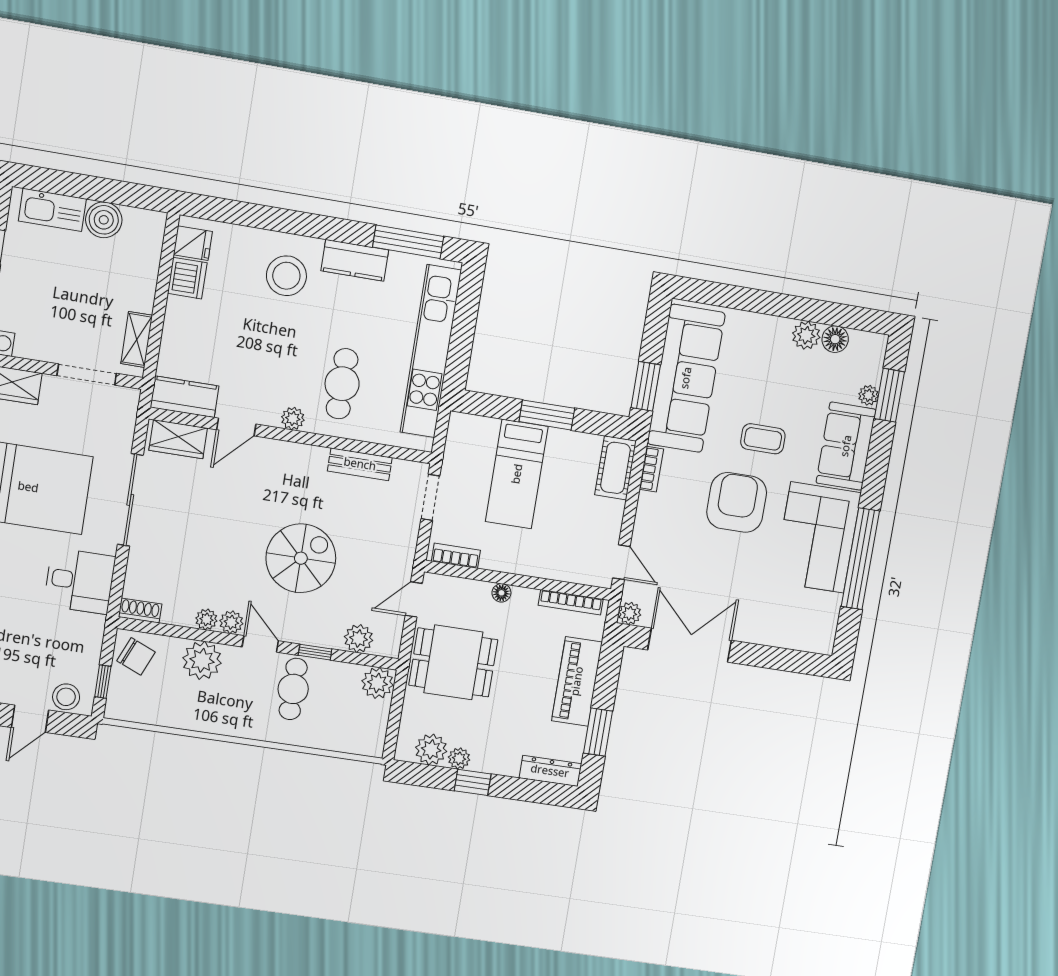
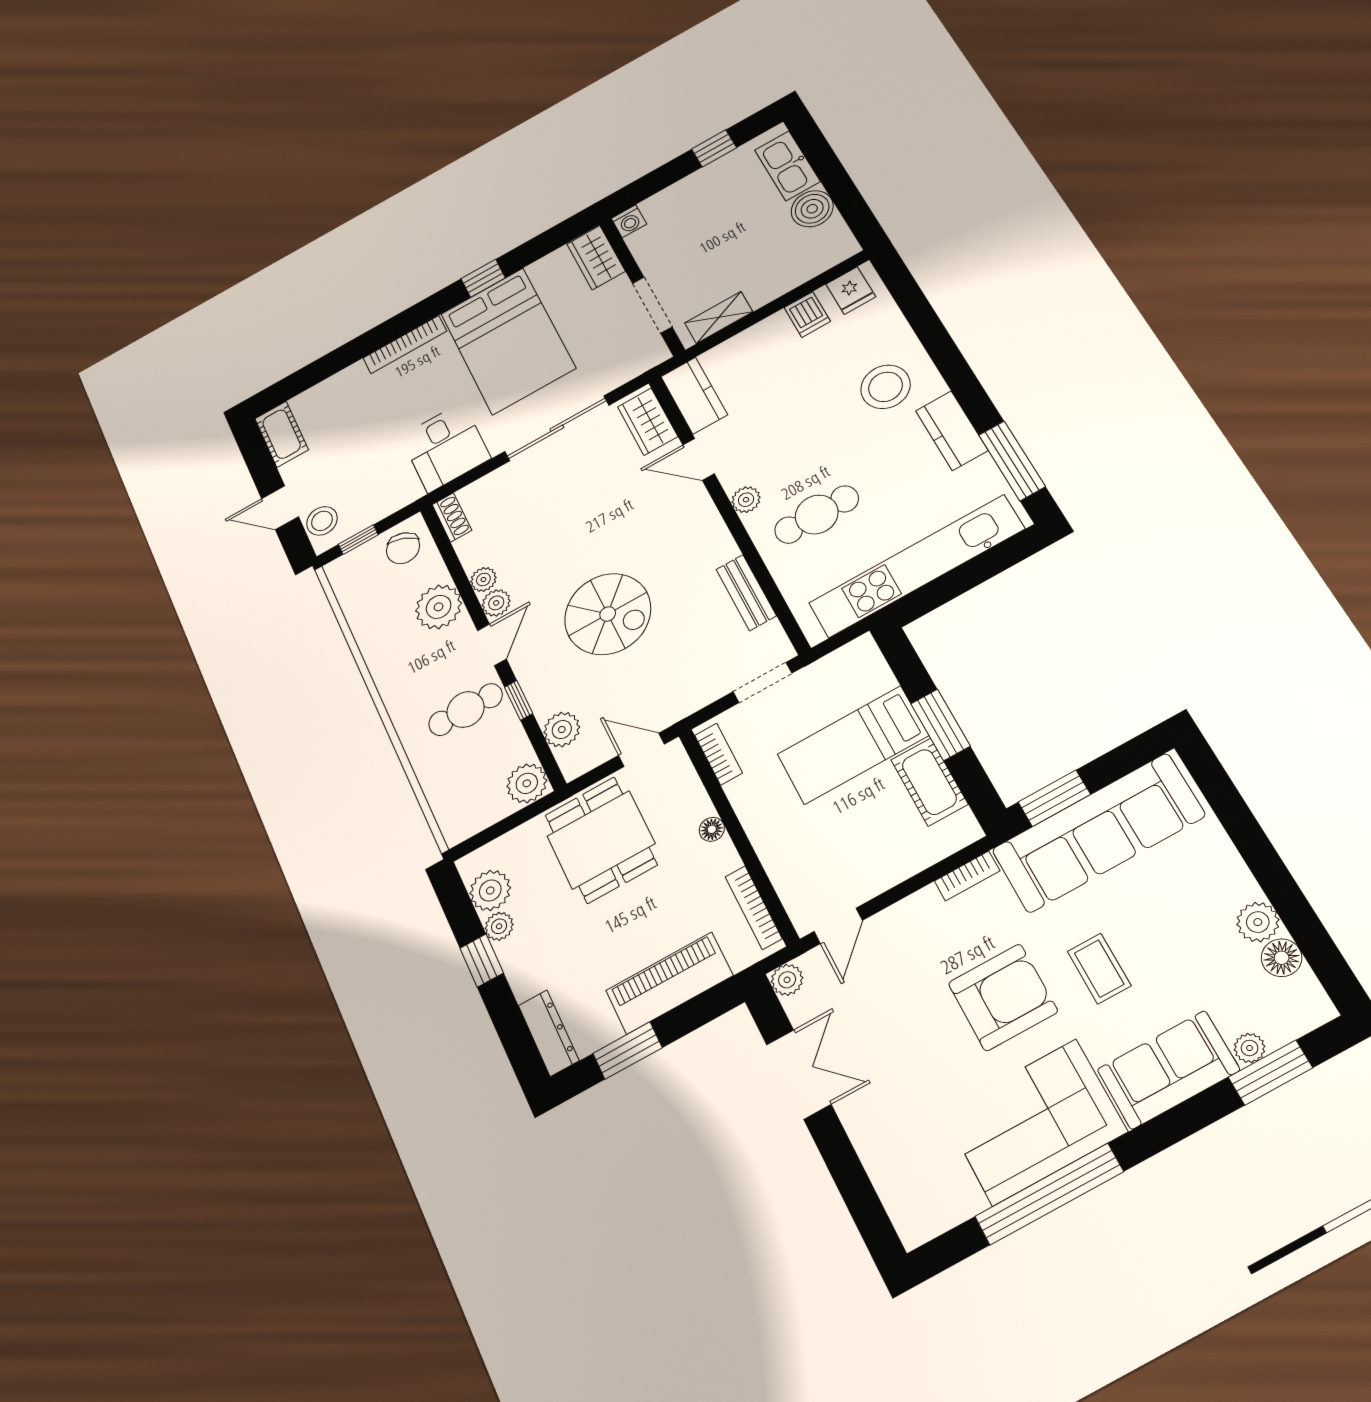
dishwasher: (187, 278) -> (807, 314), width x0.73
cot: (615, 468) -> (929, 782), moved, turned 90
double door: (690, 645) -> (799, 1074), width x0.73

